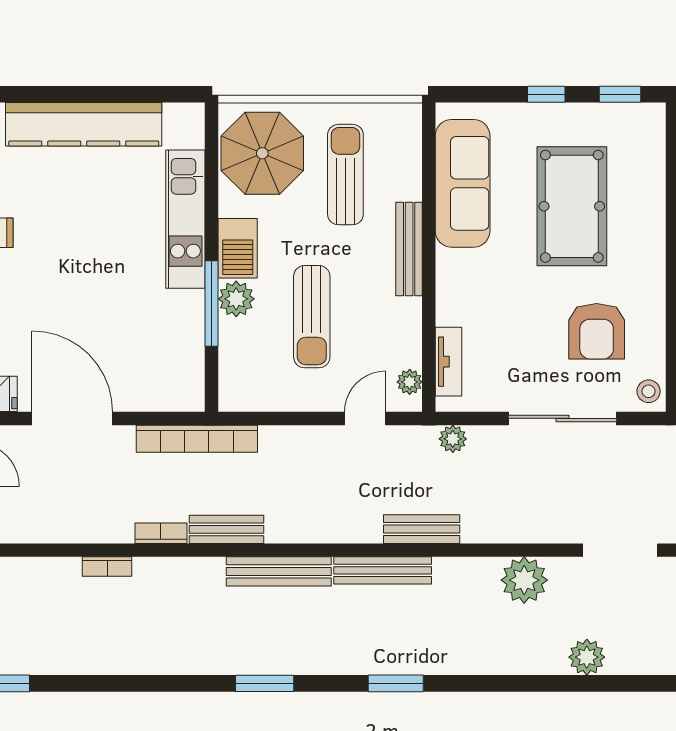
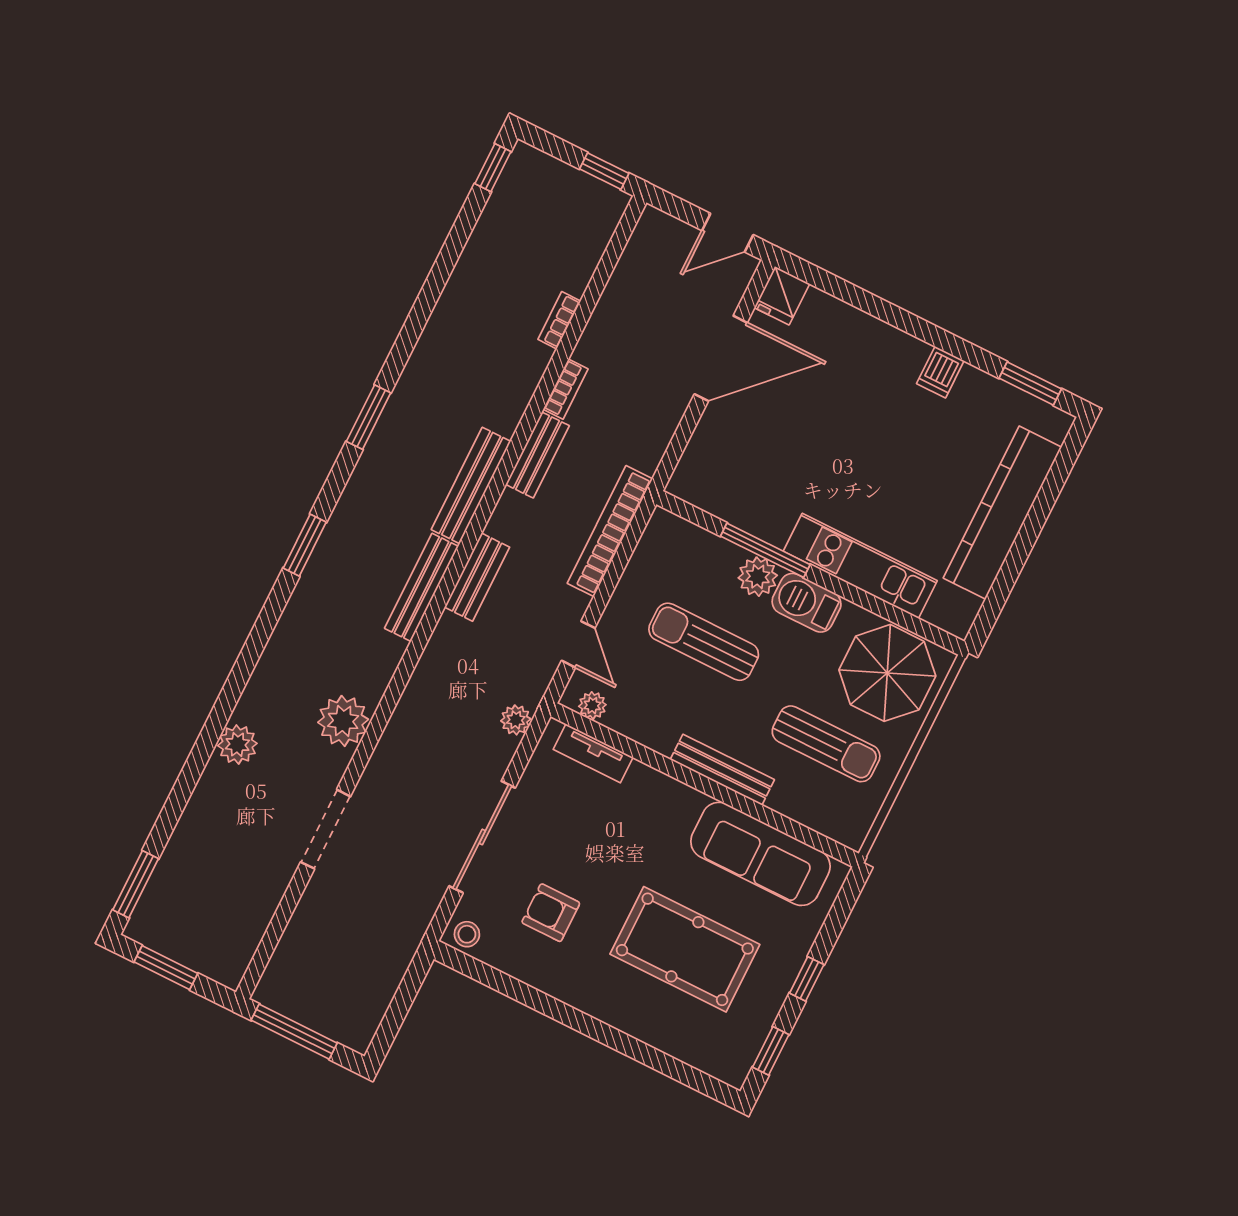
armchair: (597, 331) -> (551, 913), width x0.72, depth x0.72
bookcase: (197, 439) -> (610, 531), moved
bench: (422, 529) -> (477, 577), moved

